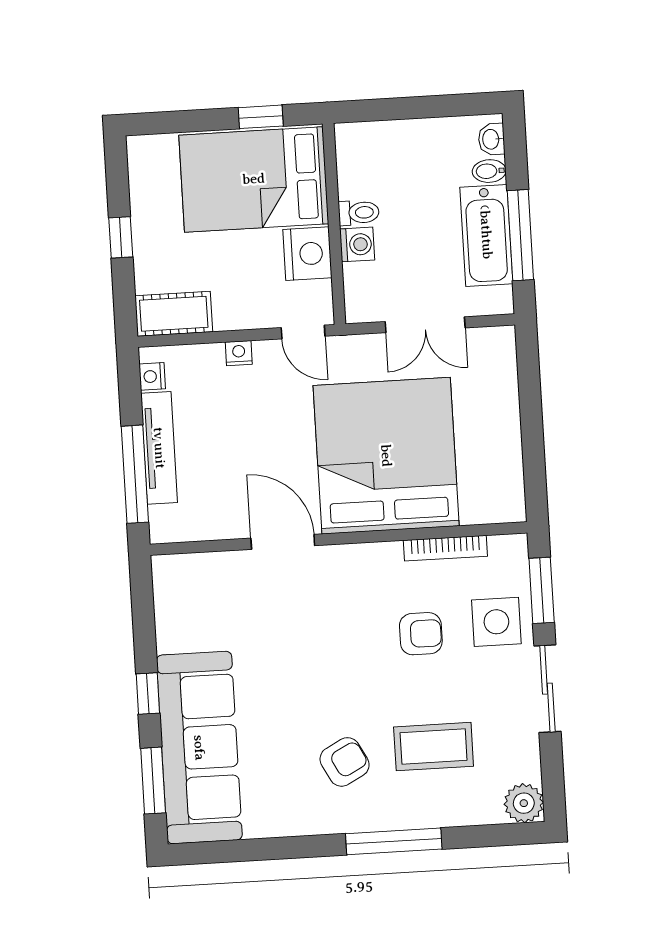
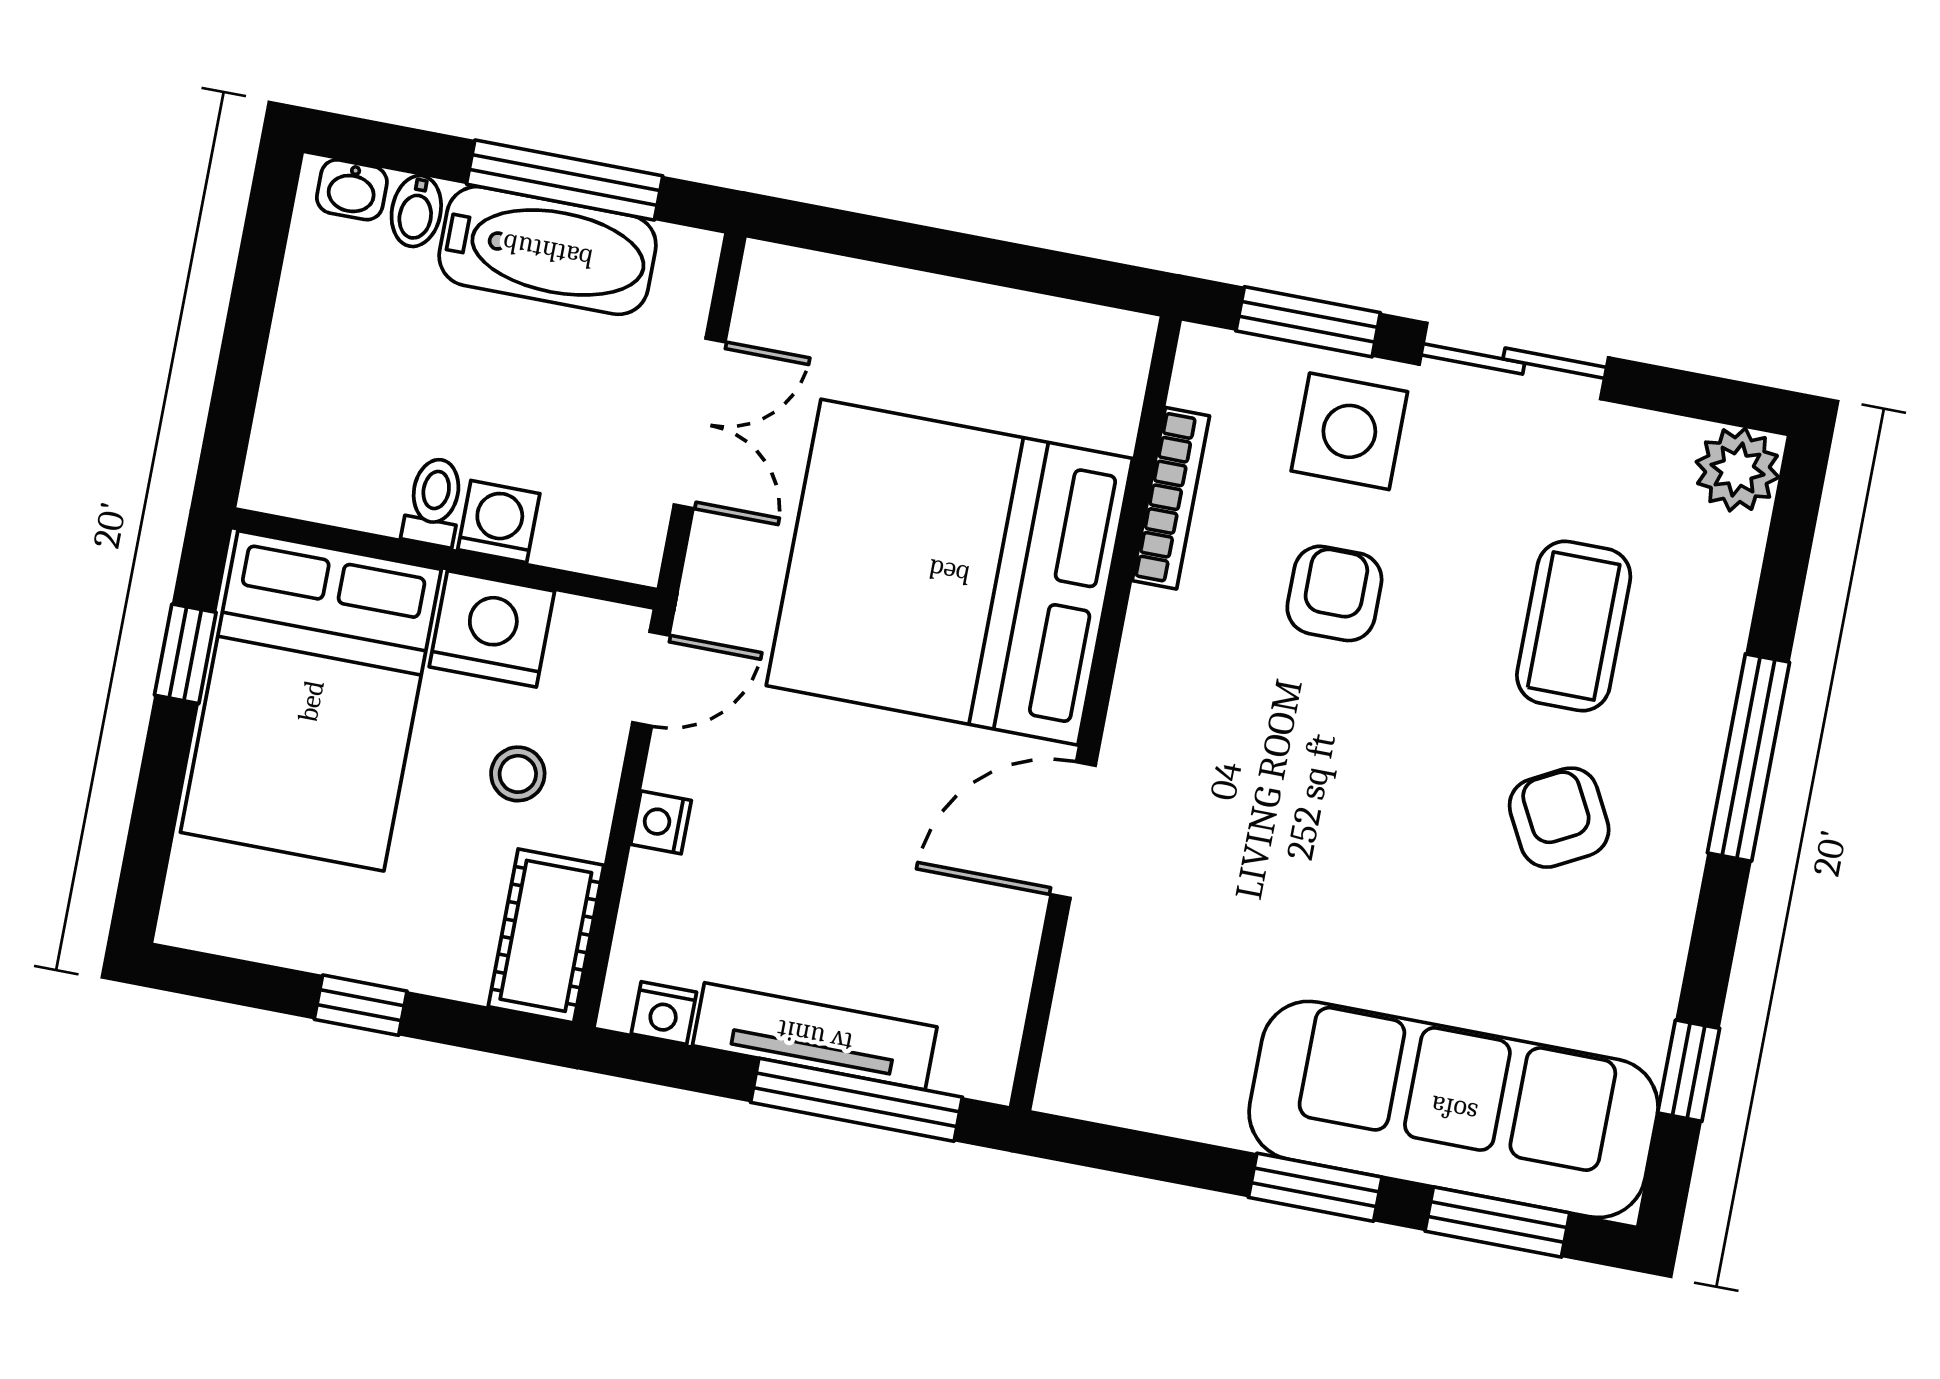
stool: (244, 282) -> (518, 774), added
window: (148, 693) -> (1315, 1187), width x1.50
window: (244, 850) -> (1689, 1071), added

